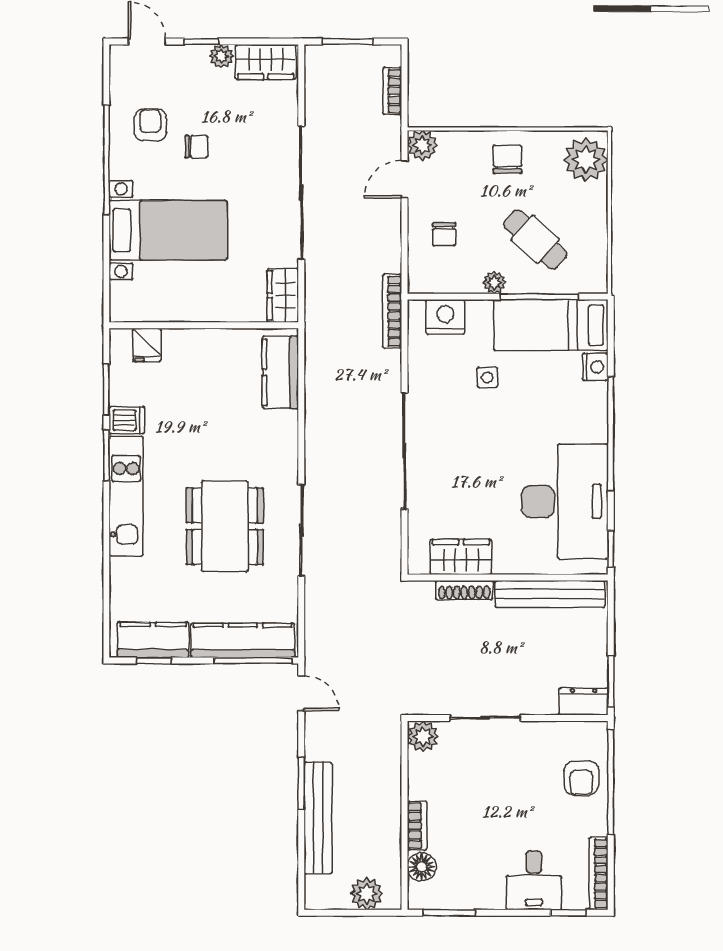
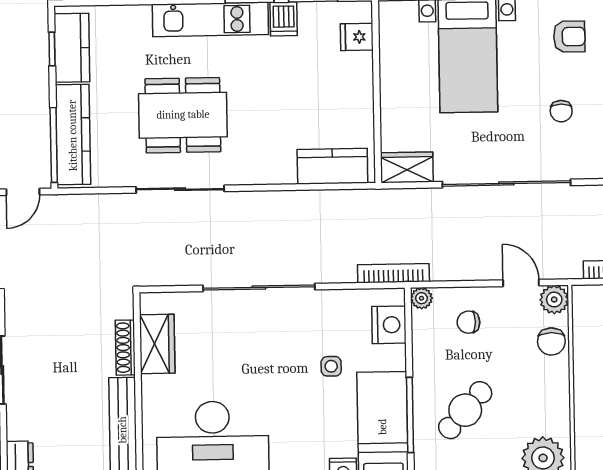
chair: (197, 147) -> (561, 111), moved
chair: (507, 159) -> (551, 341), moved, turned 90
plant: (494, 283) -> (422, 298), moved

